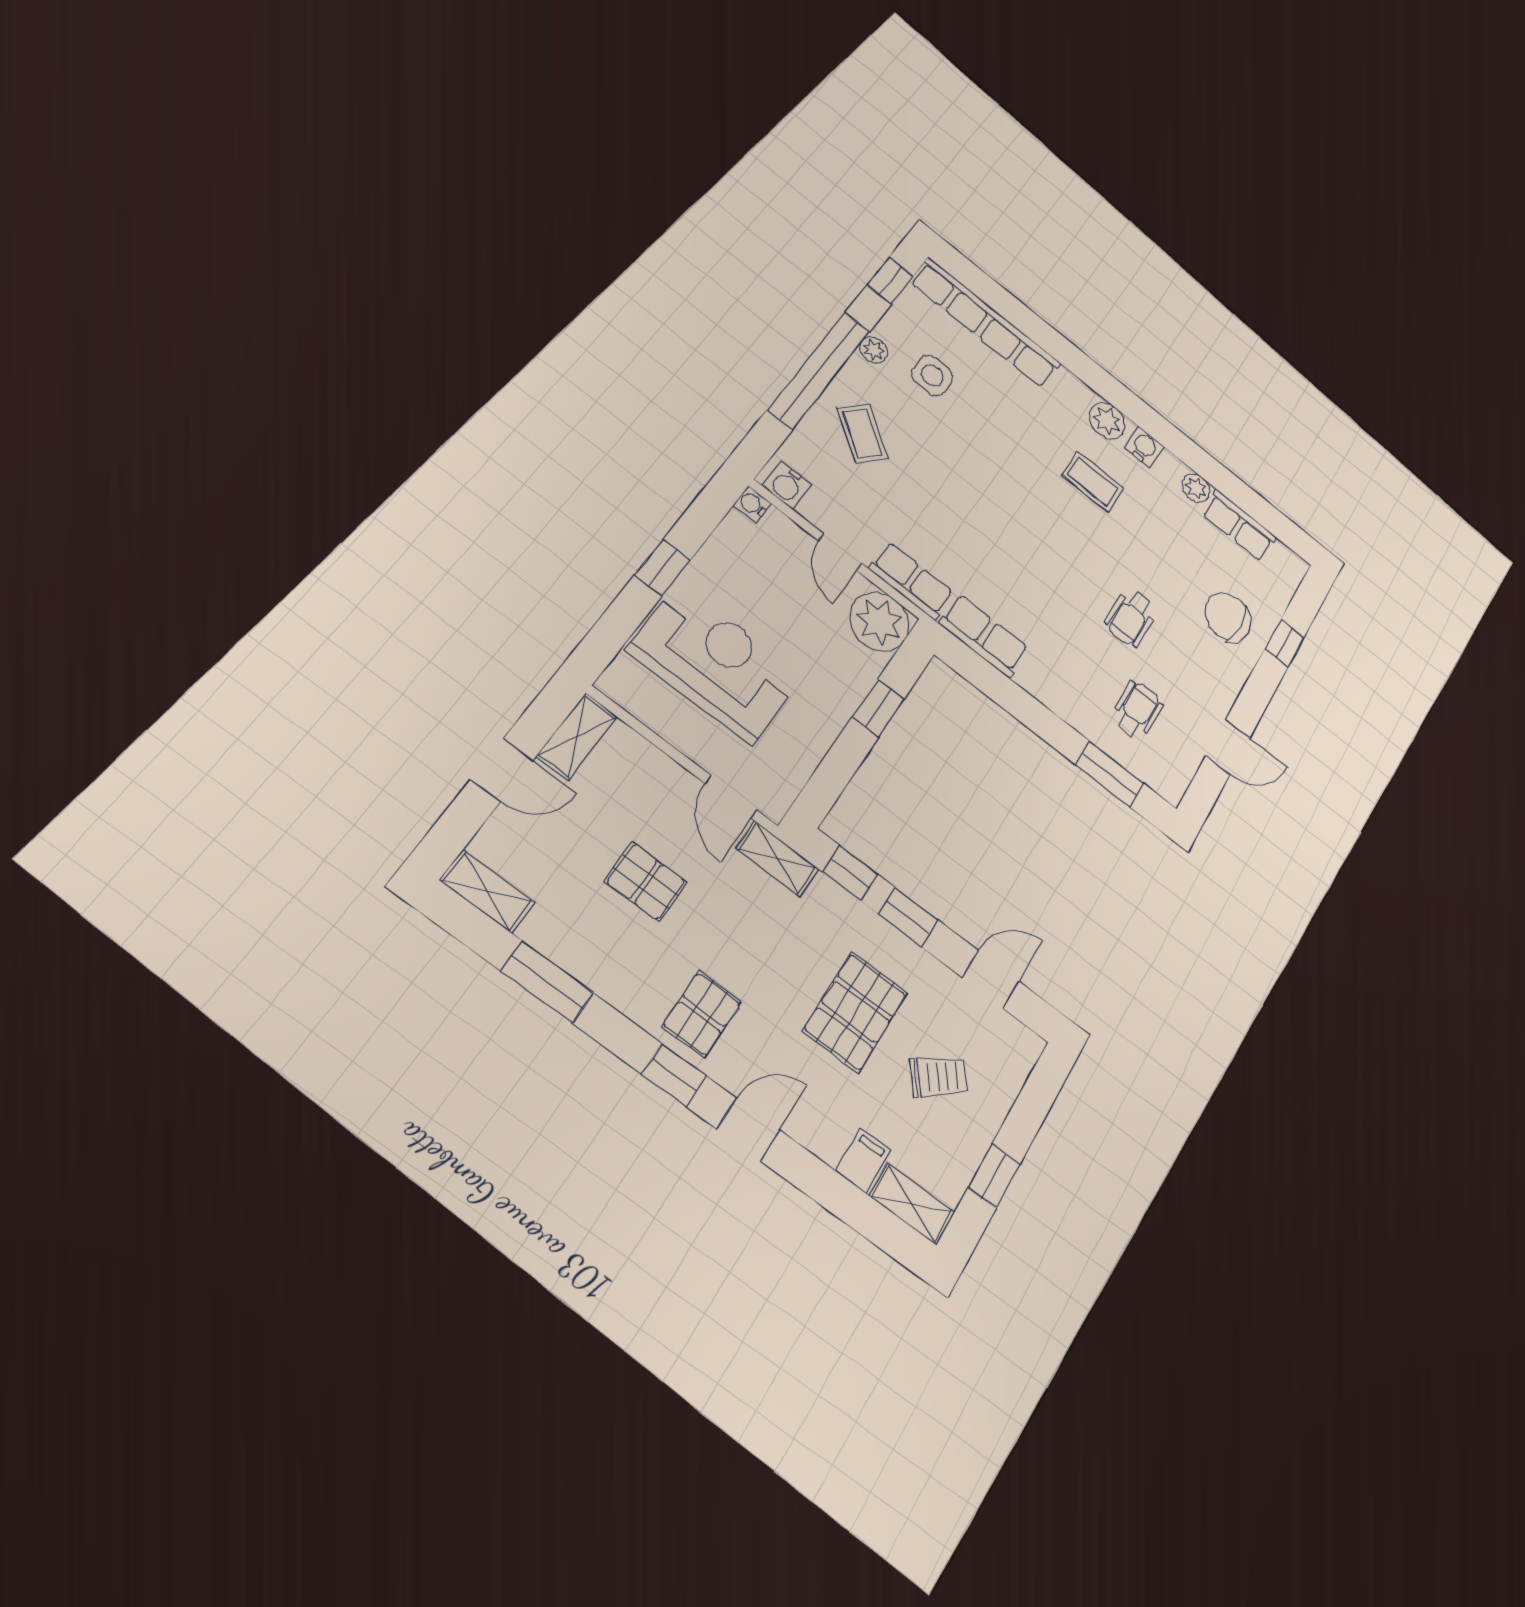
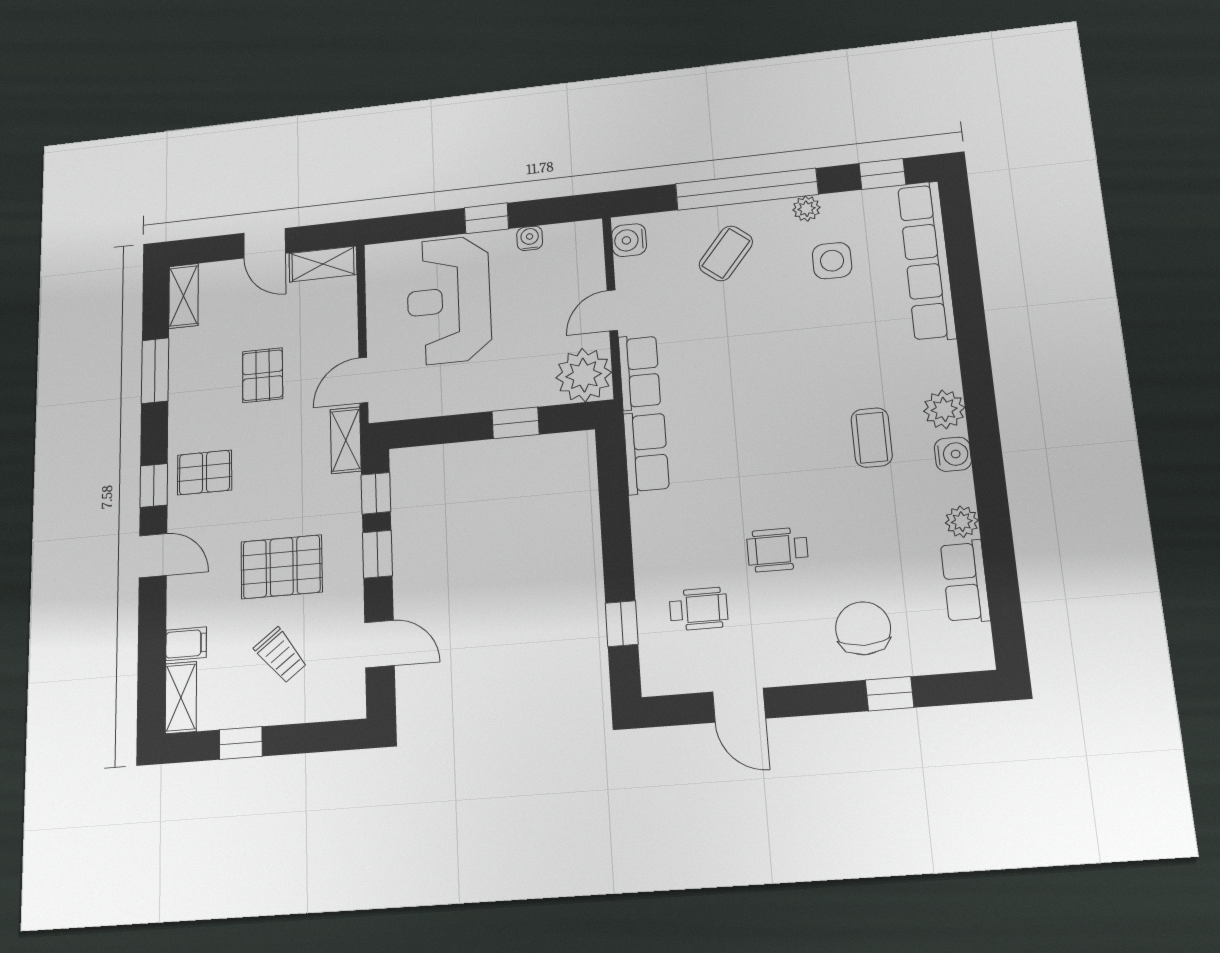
water cooler: (752, 504) -> (530, 238), moved
reception desk: (715, 663) -> (449, 300), turned 180
window: (1110, 774) -> (622, 624), width x0.67

